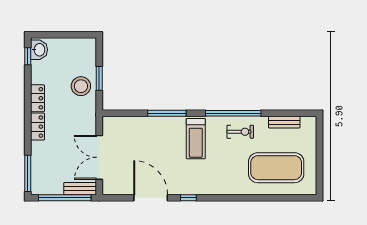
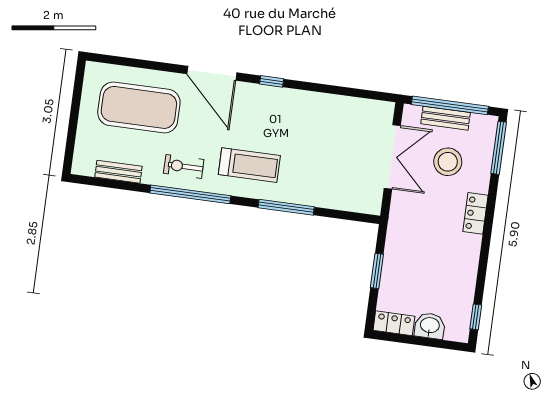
washbasin: (39, 50) -> (430, 326), moved, turned 90
stool: (81, 86) -> (448, 162), moved
locker: (37, 98) -> (394, 323), moved, turned 90
treadmill: (196, 139) -> (249, 165), turned 90
bench: (80, 189) -> (446, 118), moved
door: (151, 198) -> (212, 73), moved

